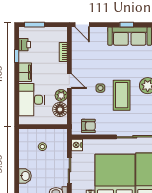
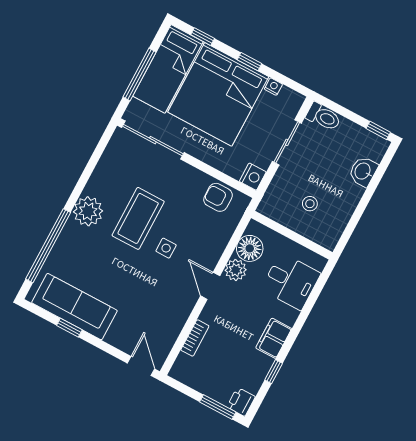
printer: (25, 45) -> (241, 402), moved
desk: (32, 100) -> (291, 281), width x0.73

